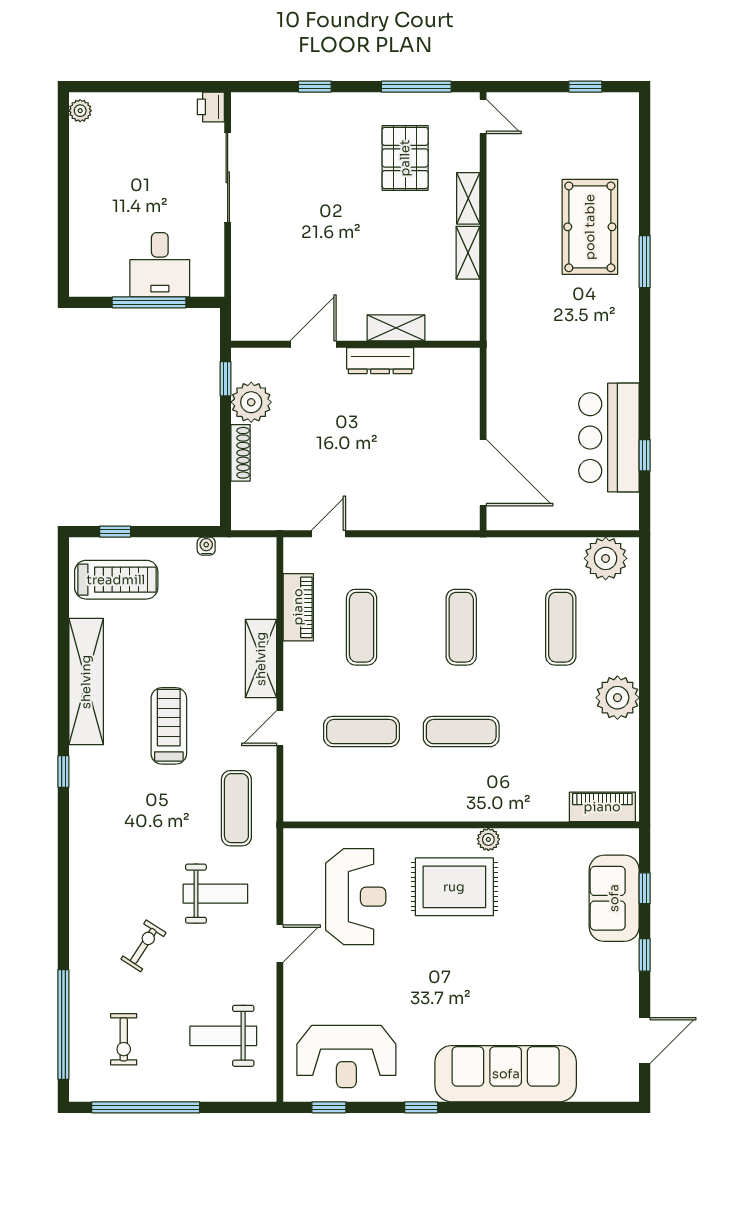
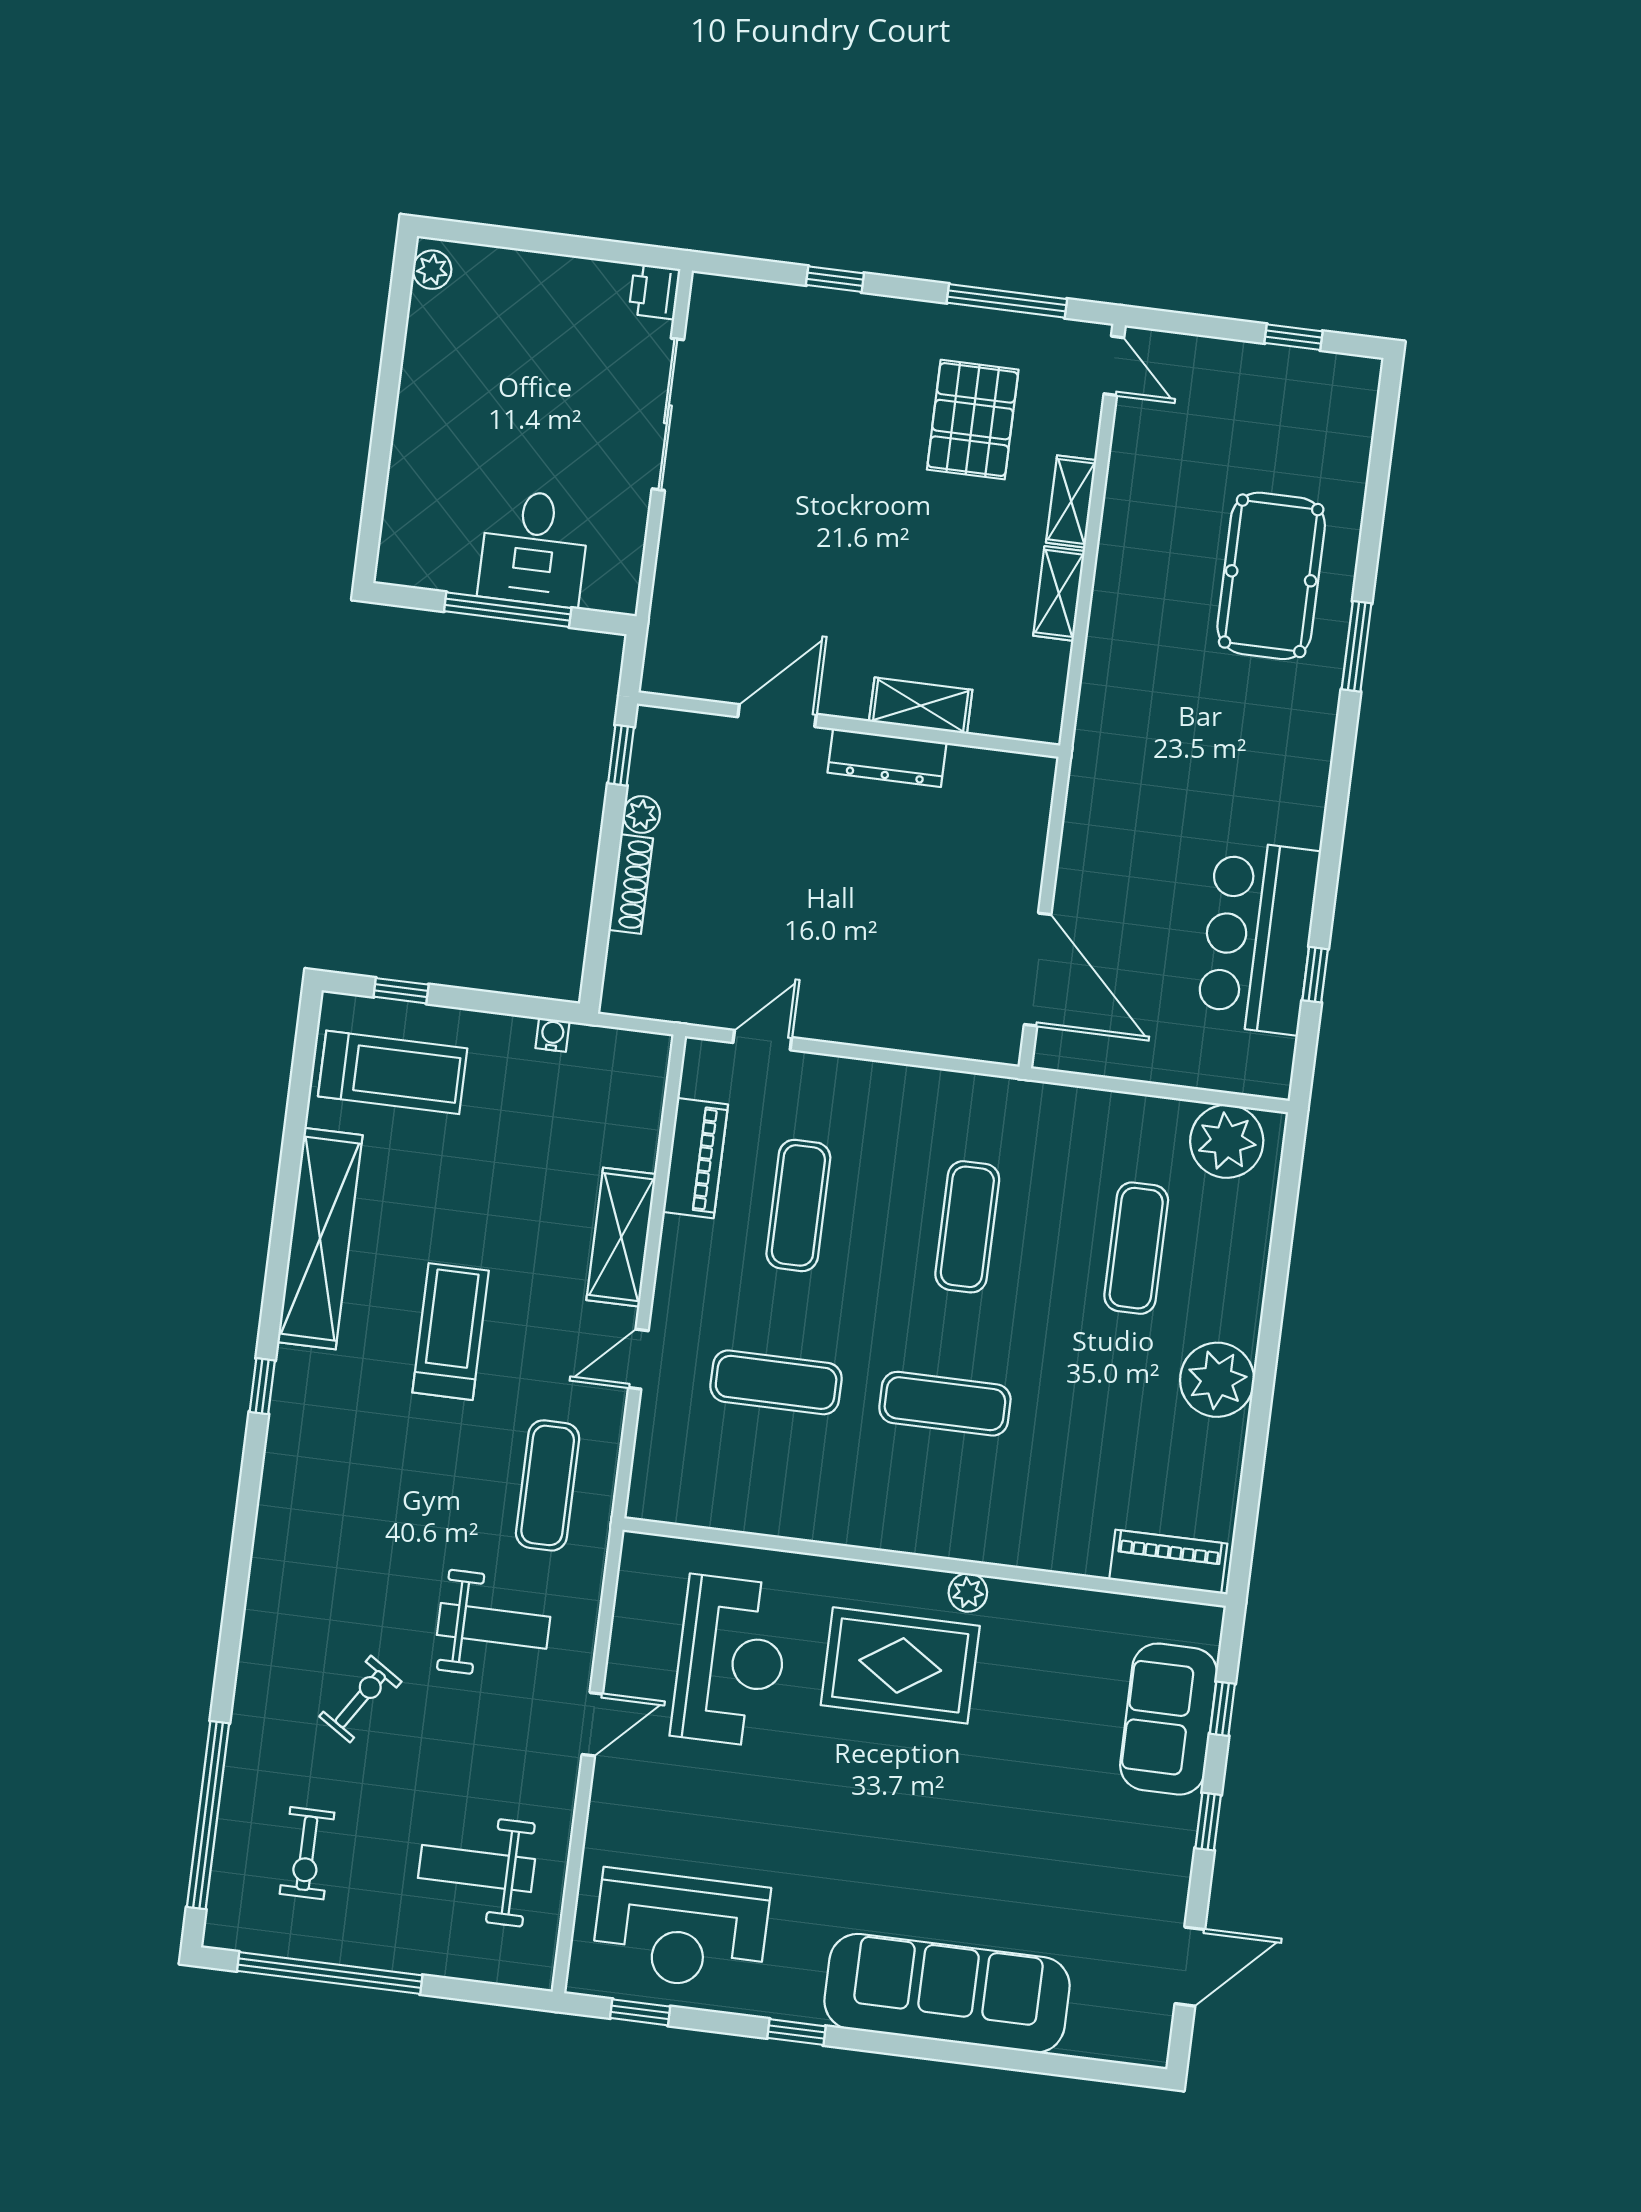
plant: (251, 402) -> (642, 814), width x0.53, depth x0.53

